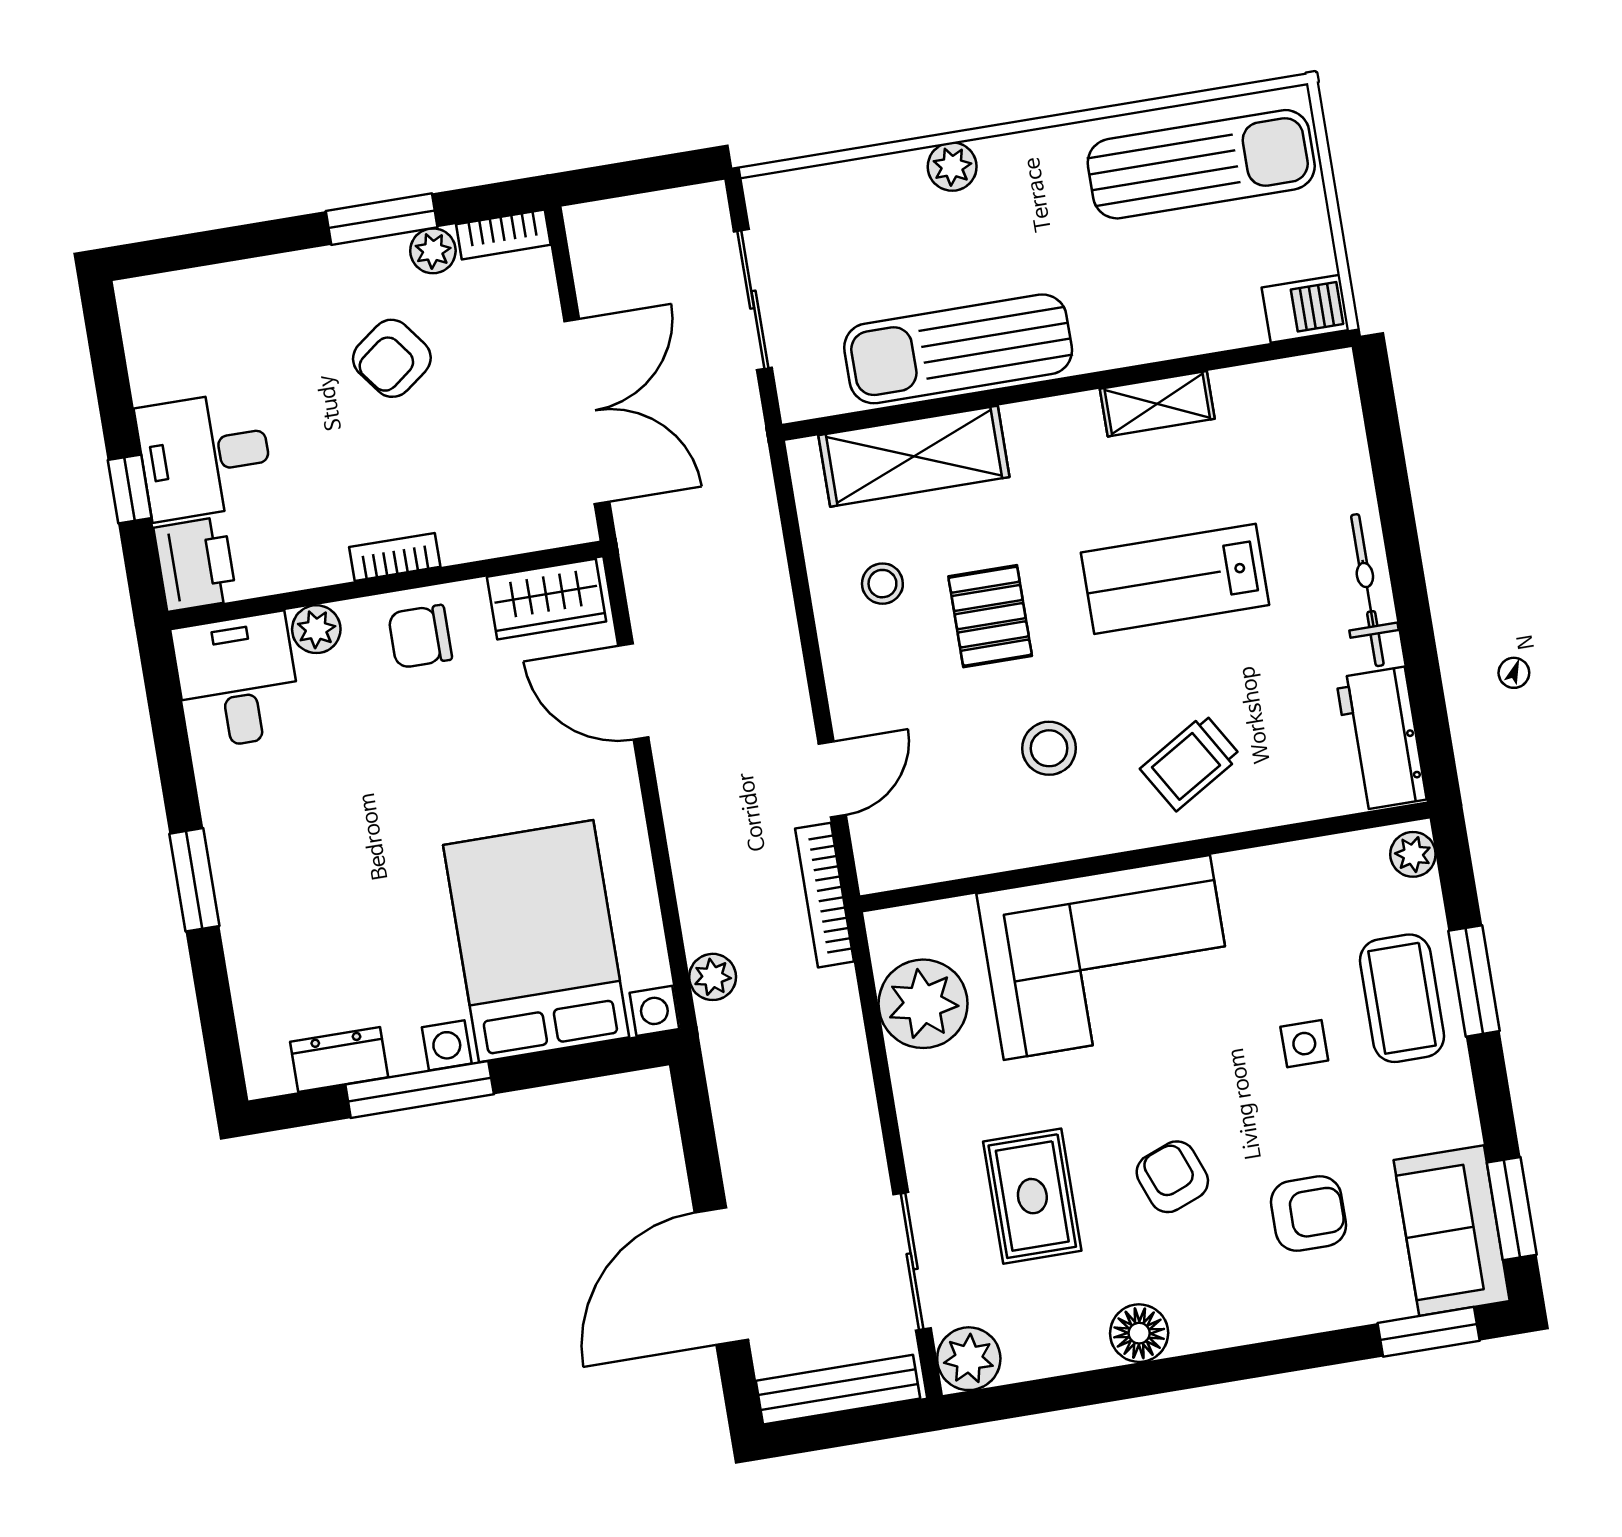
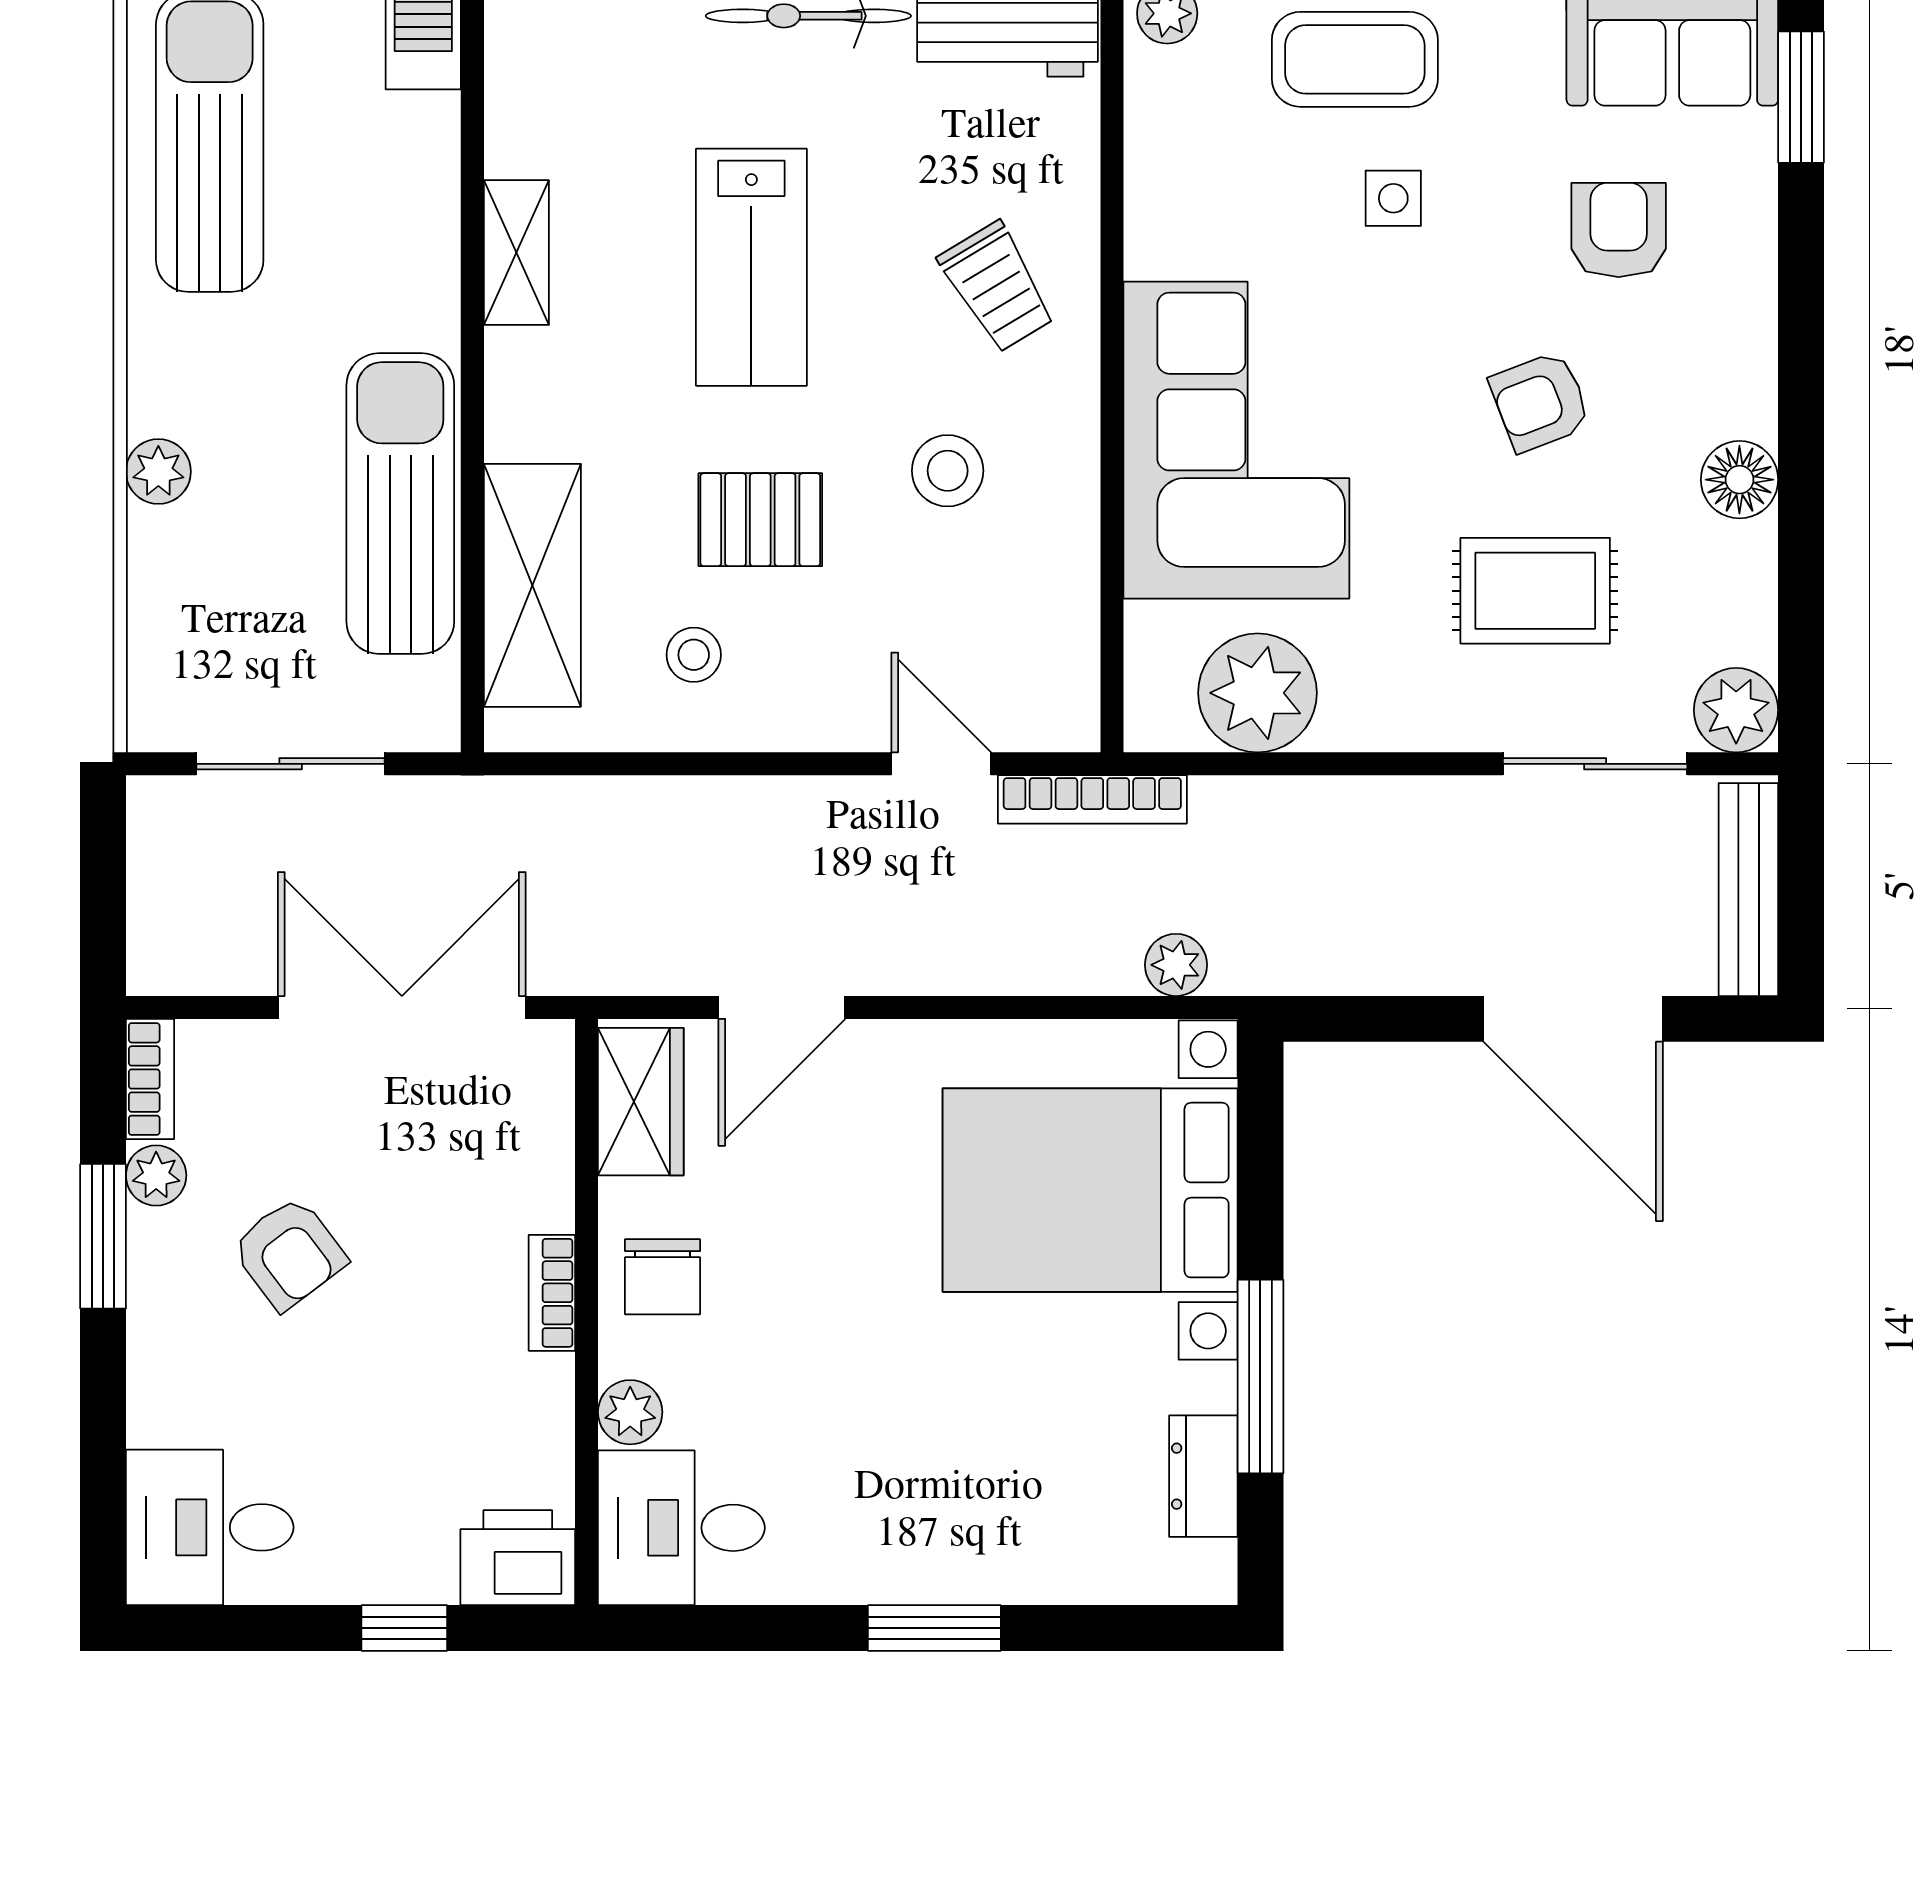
sun lounger: (958, 349) -> (400, 504), turned 180
desk: (205, 455) -> (210, 1527), moved, turned 90

